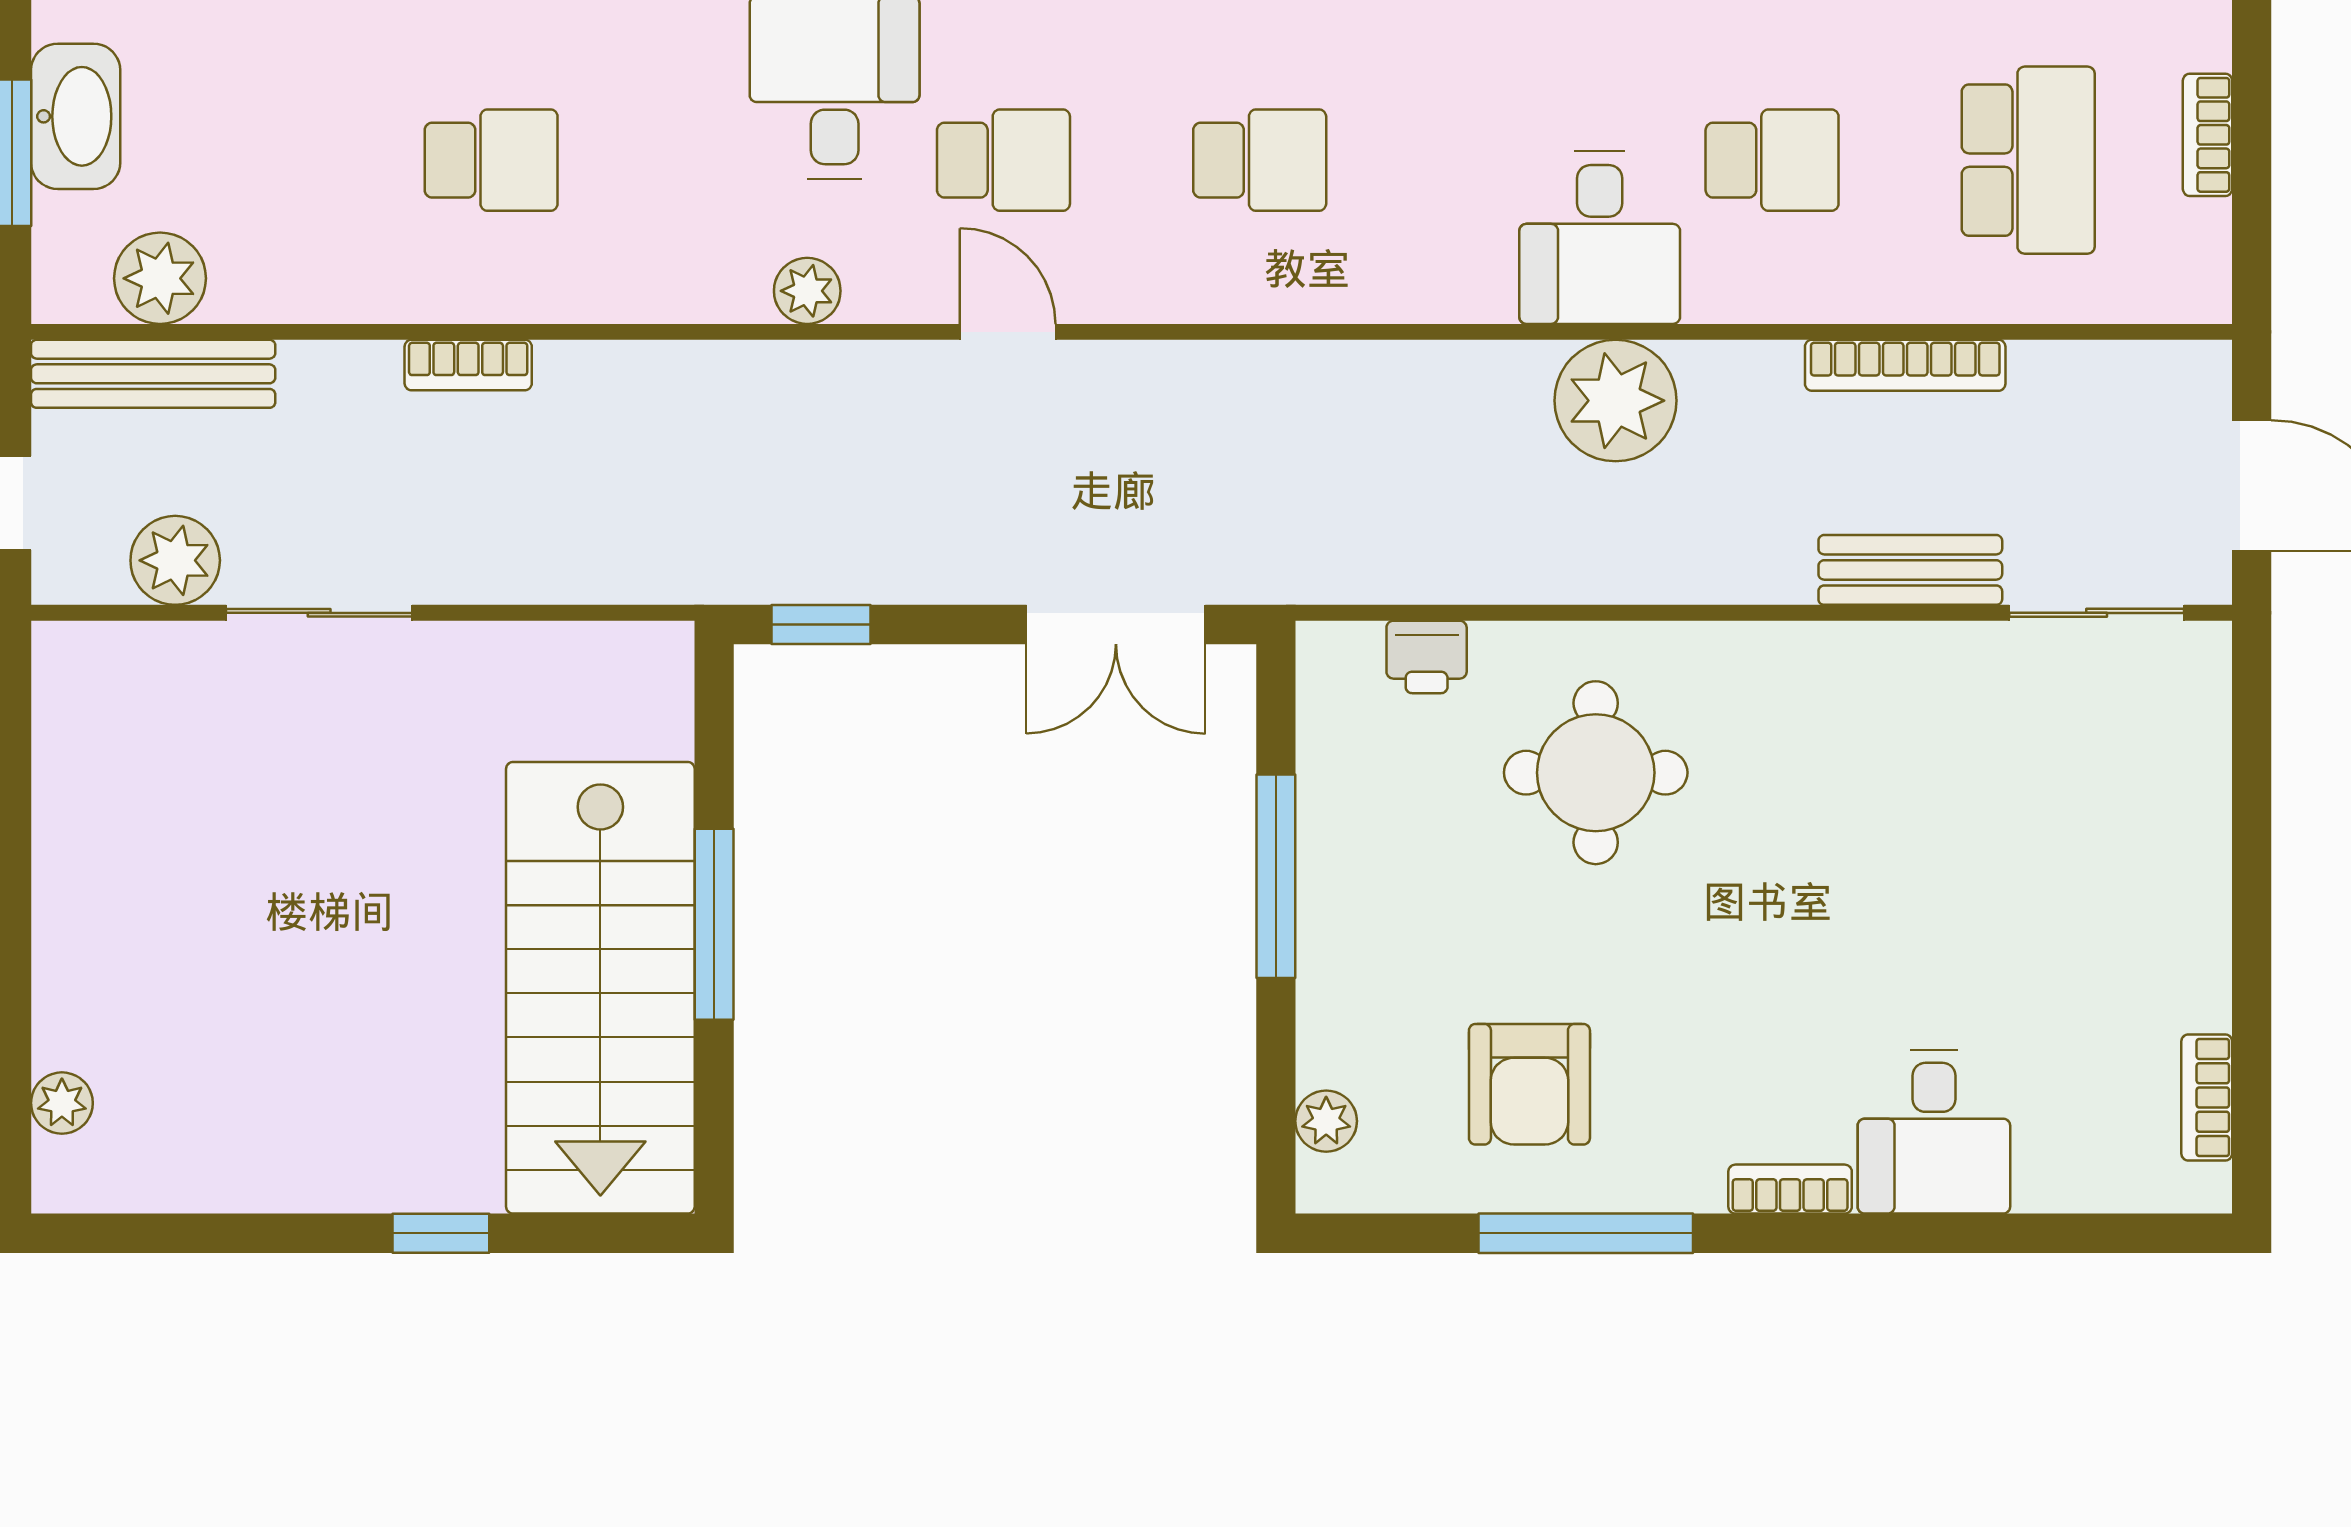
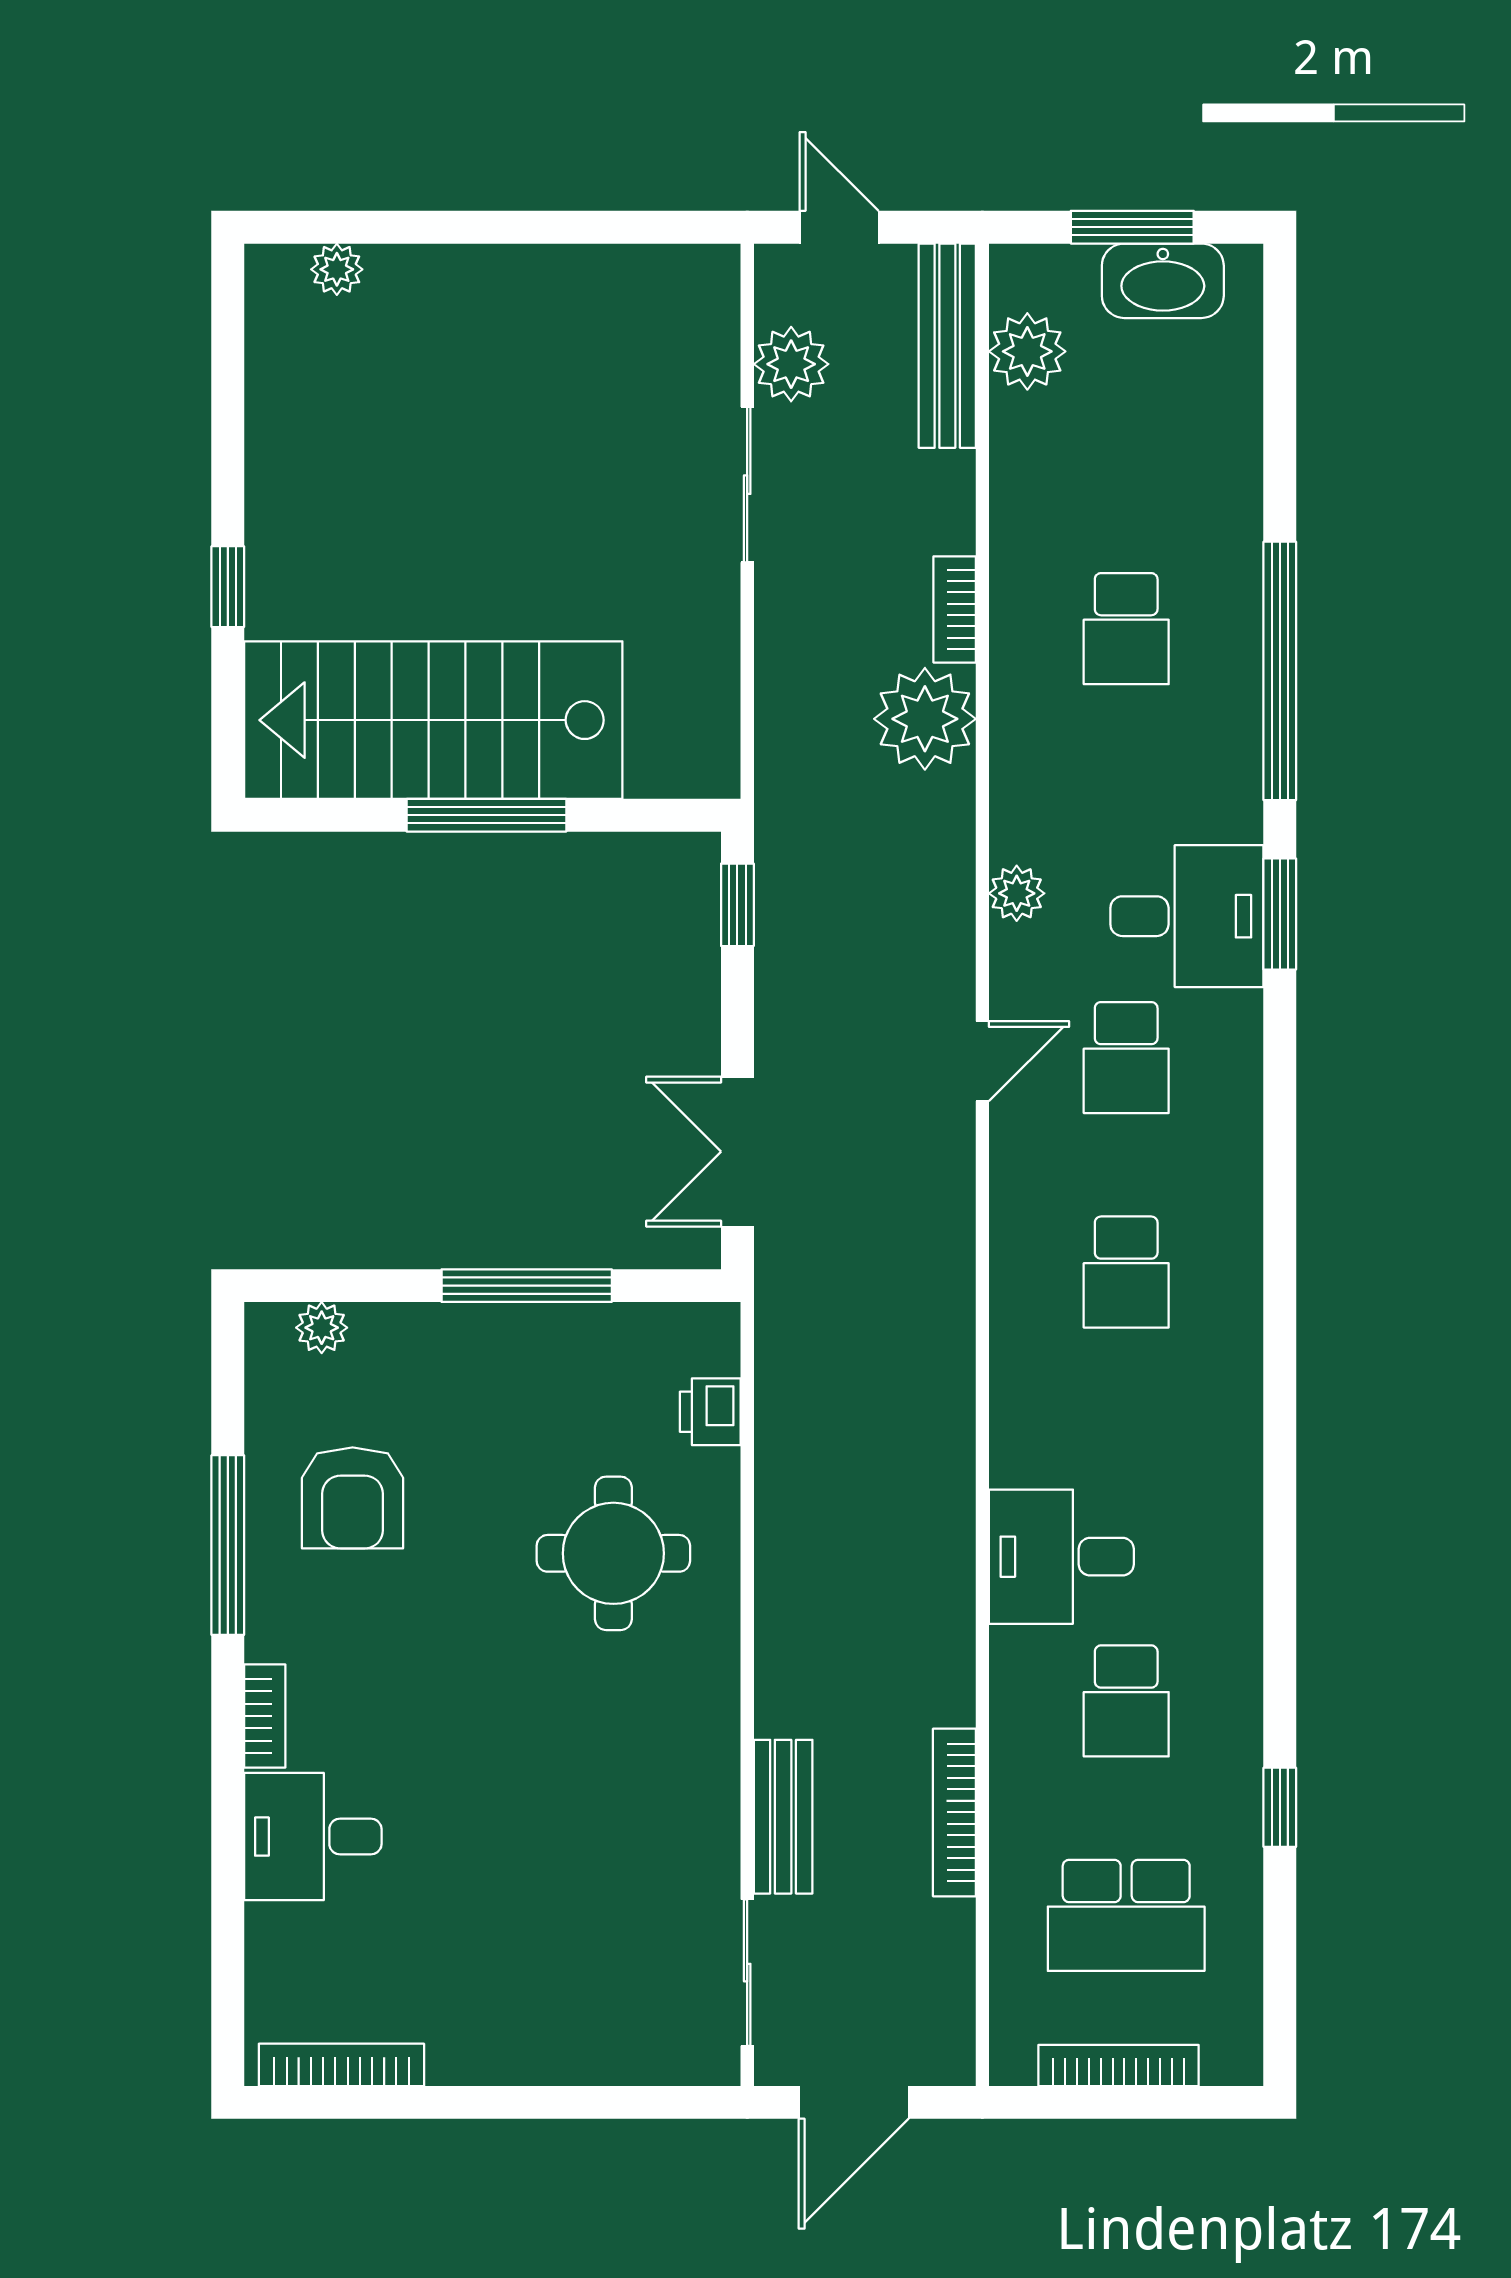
bookcase: (2208, 135) -> (1118, 2066), width x1.56
plant: (1616, 401) -> (925, 719), moved
armchair: (1529, 1084) -> (353, 1498), turned -90
bookcase: (2207, 1097) -> (341, 2065), width x1.56

